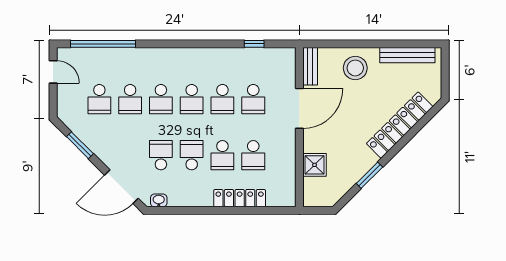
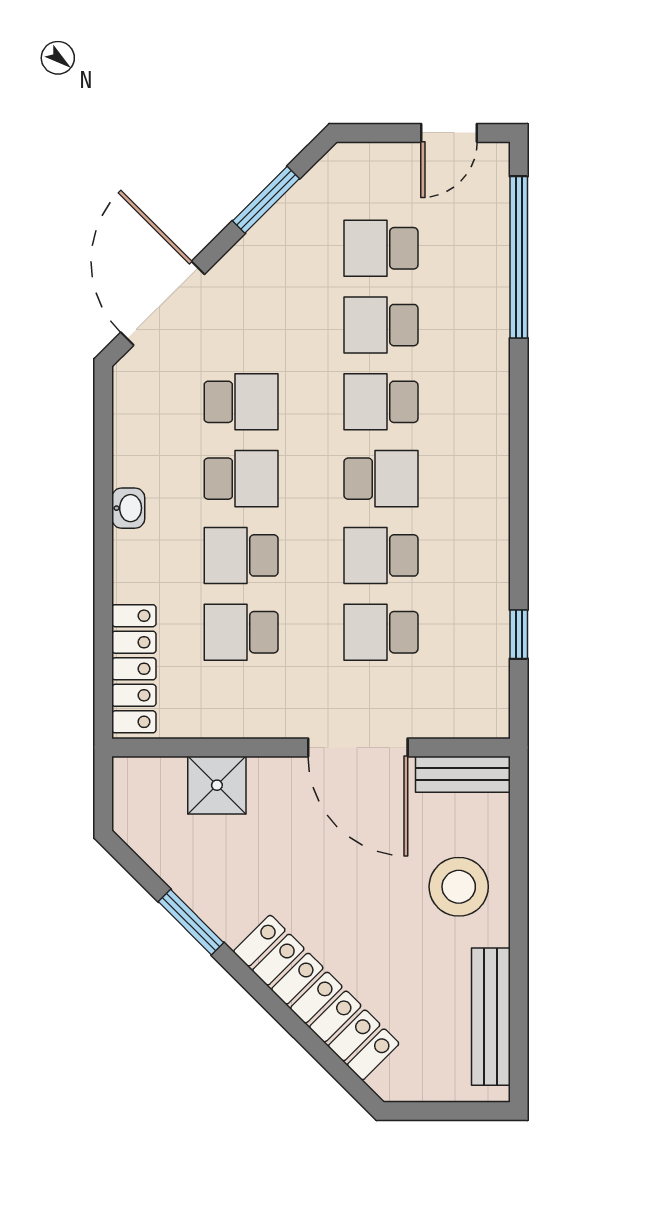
school desk: (192, 99) -> (381, 479), turned 180
locker: (240, 198) -> (134, 669), moved
washbasin: (159, 200) -> (128, 508), moved

